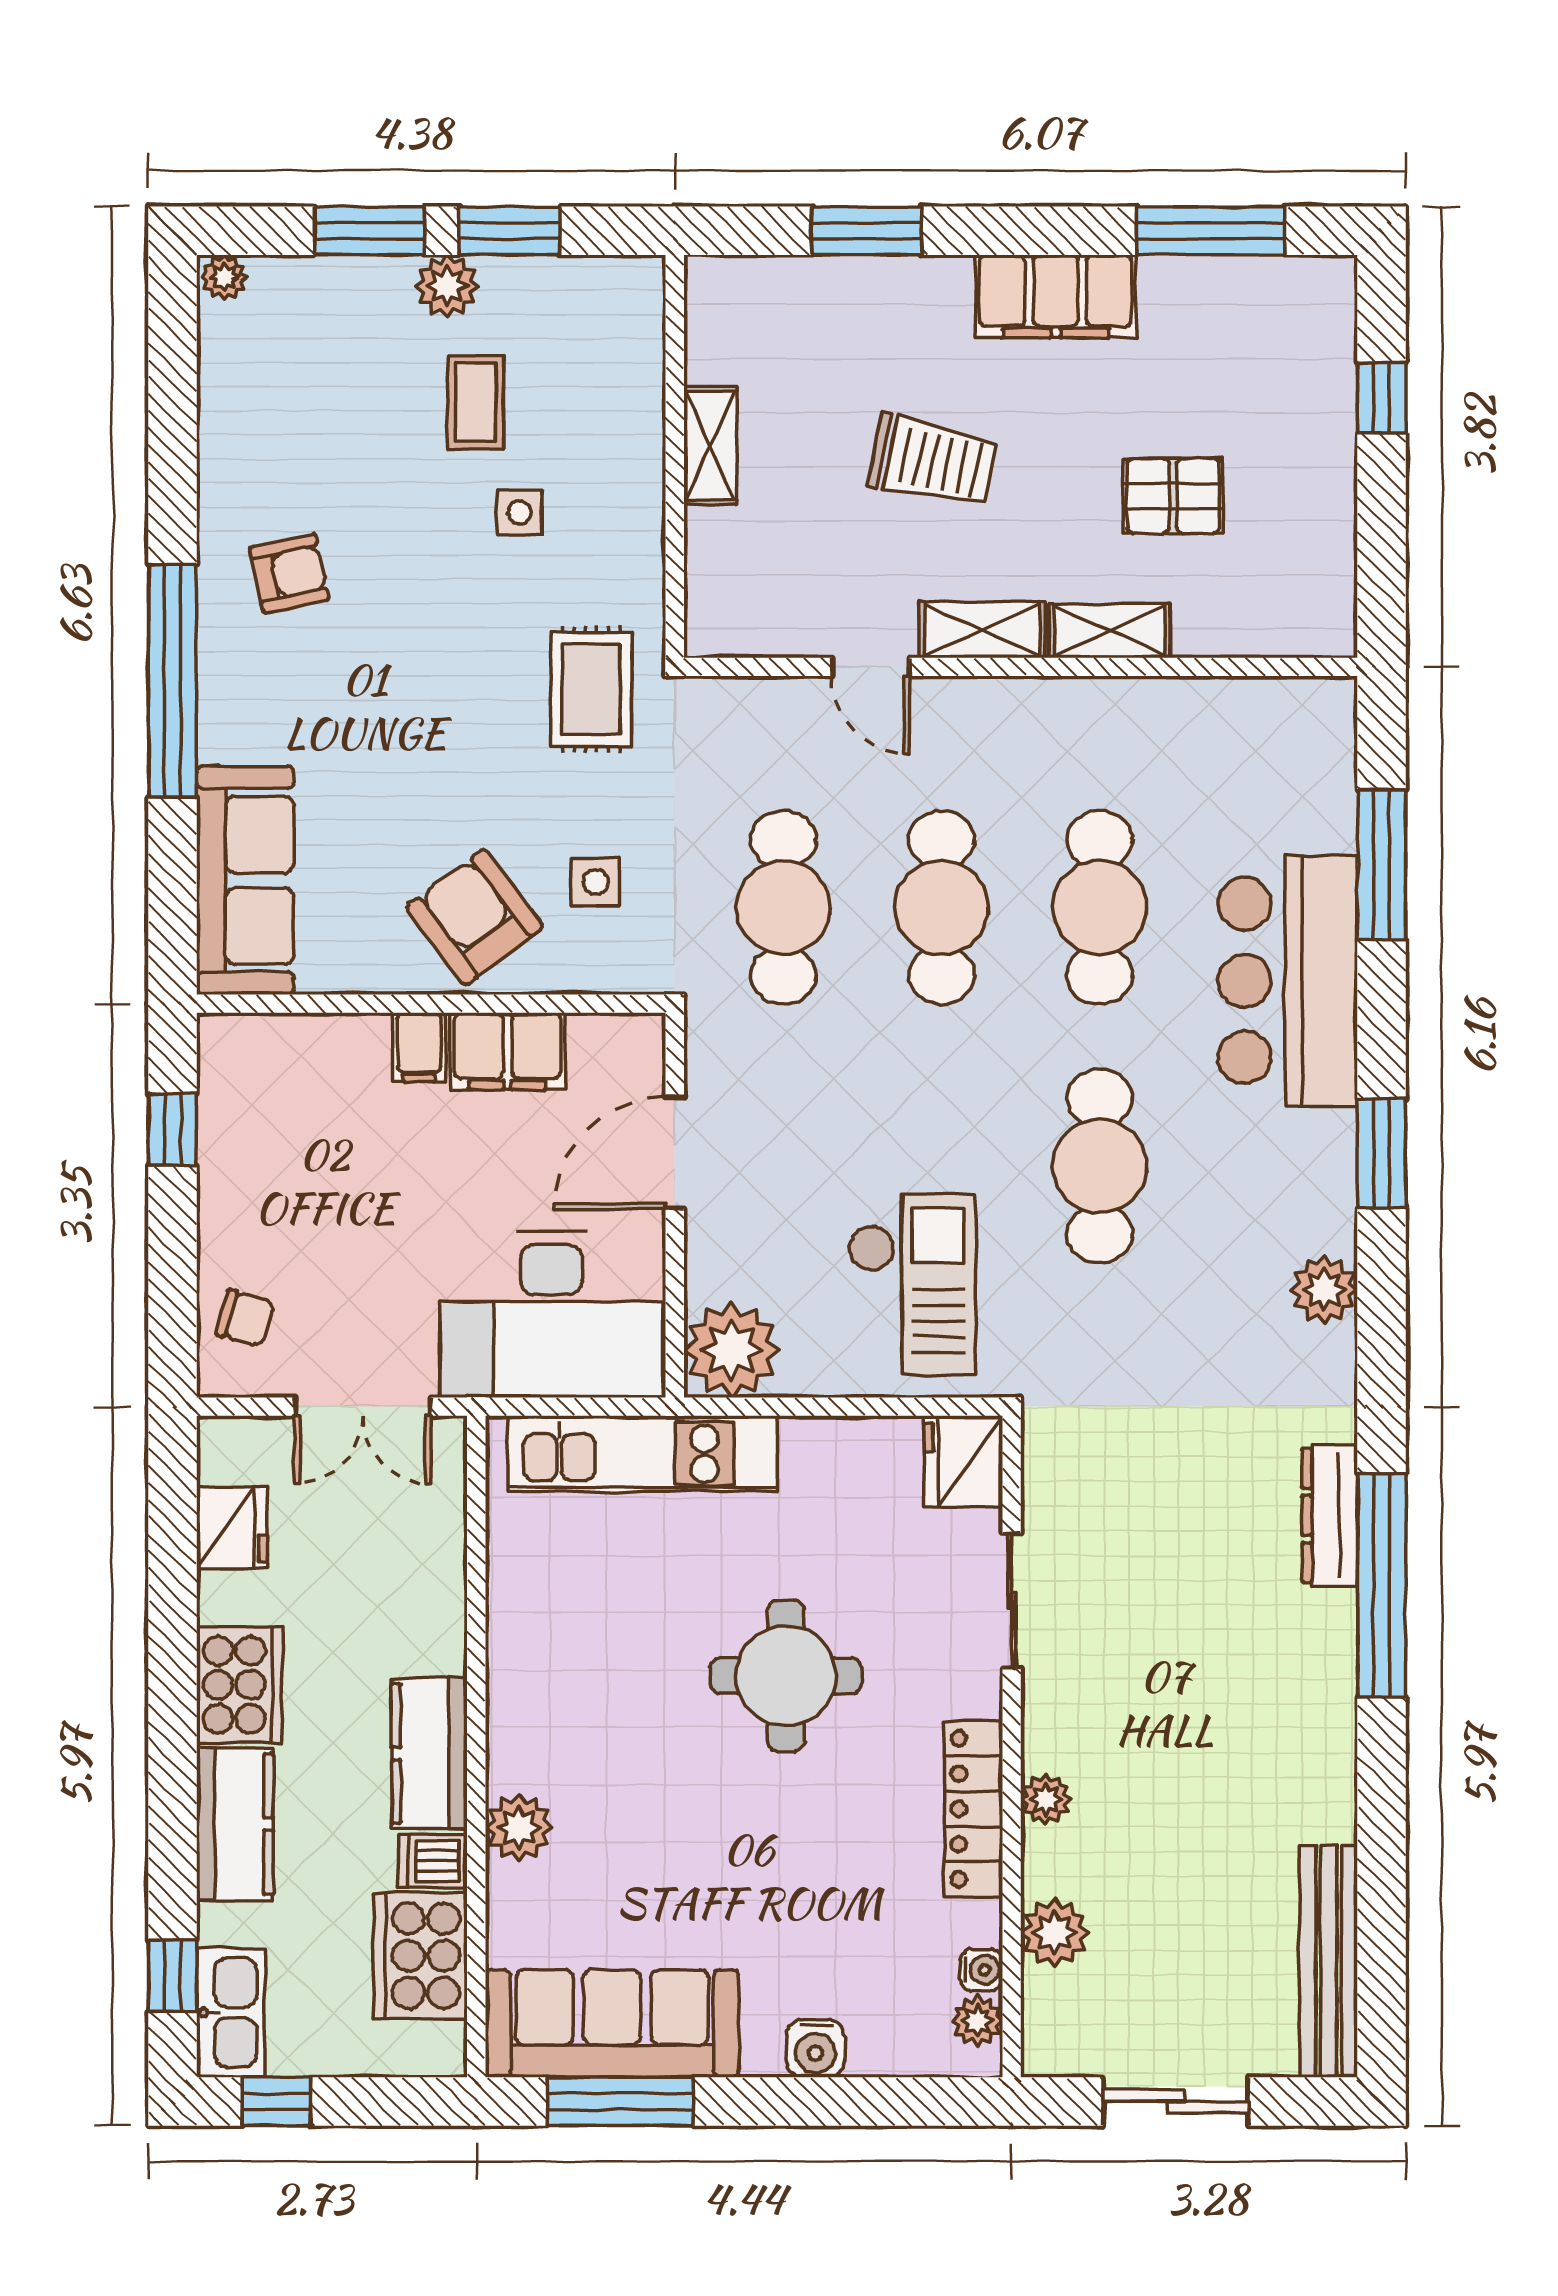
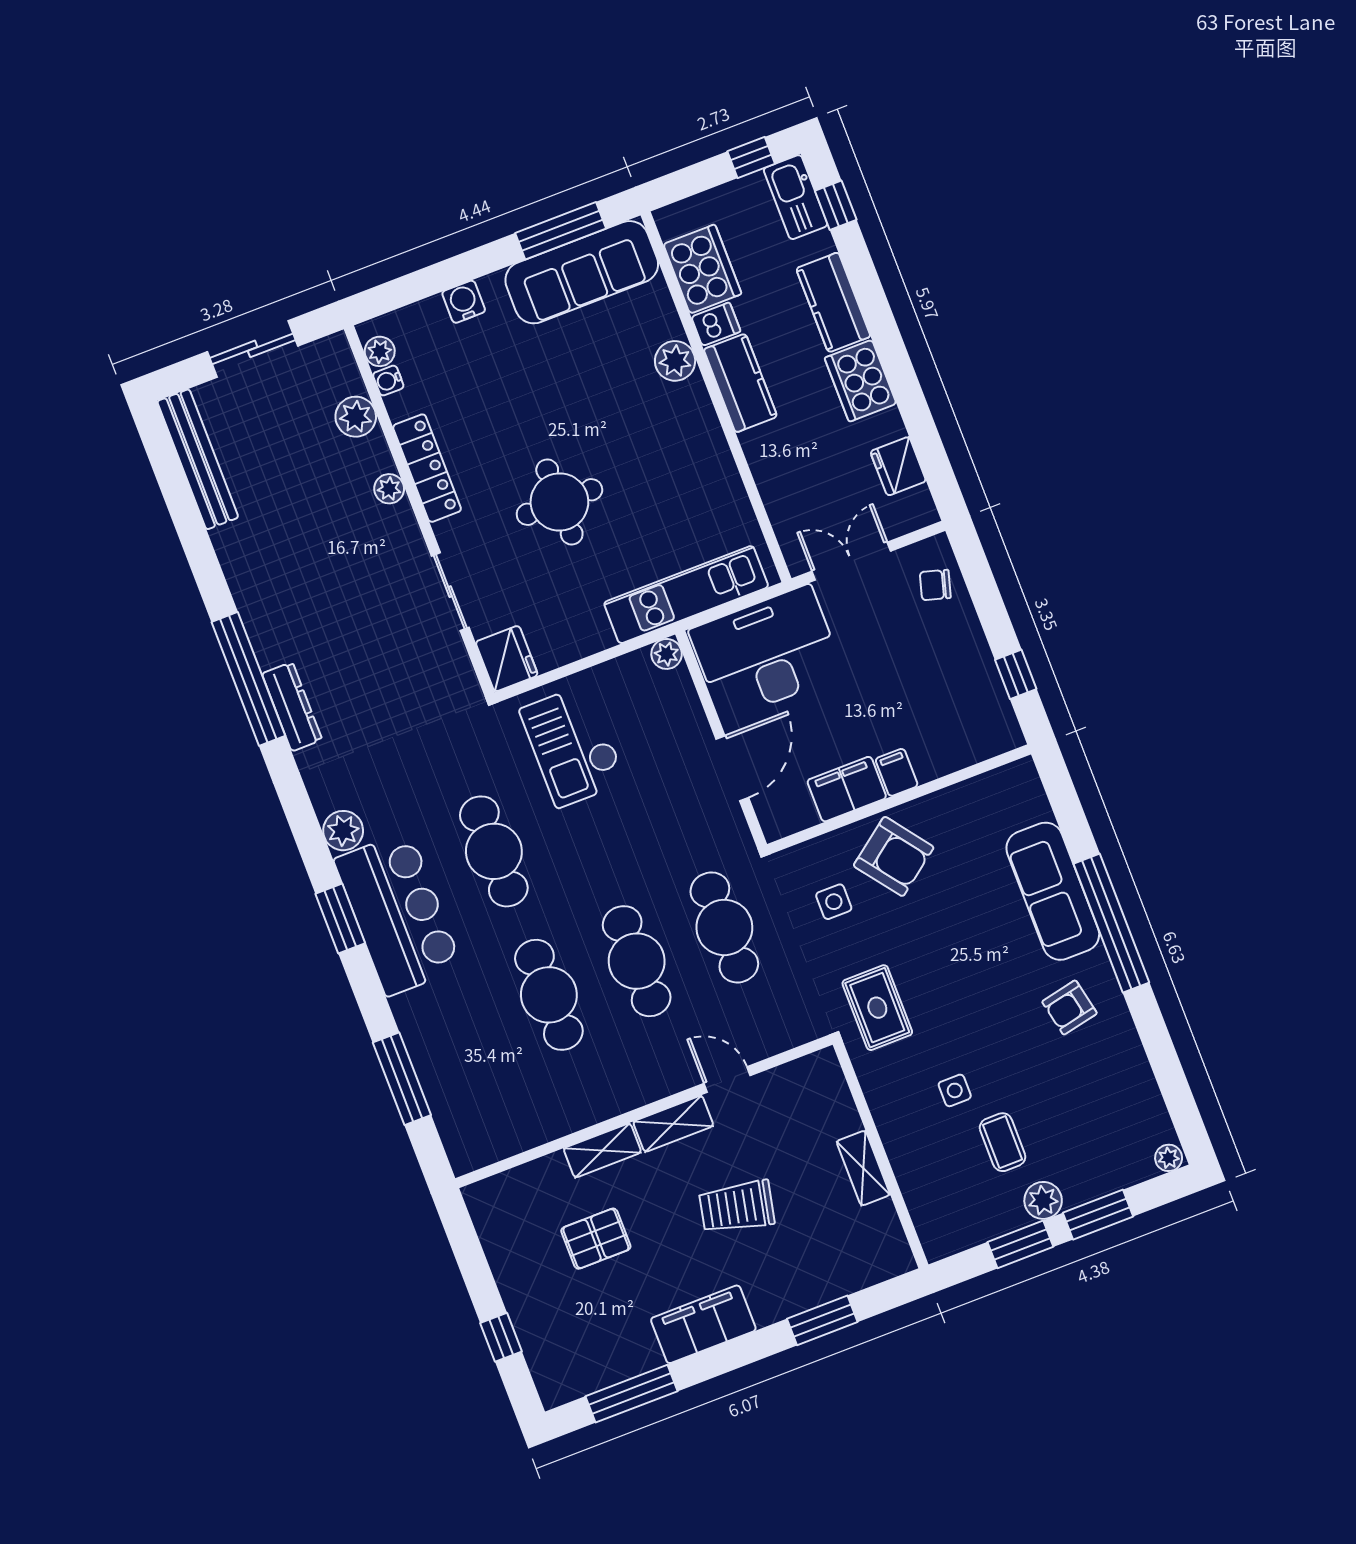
sofa: (245, 880) -> (1053, 891), moved
bar counter: (1288, 981) -> (398, 914), moved
plant: (731, 1350) -> (667, 654), width x0.53, depth x0.53

